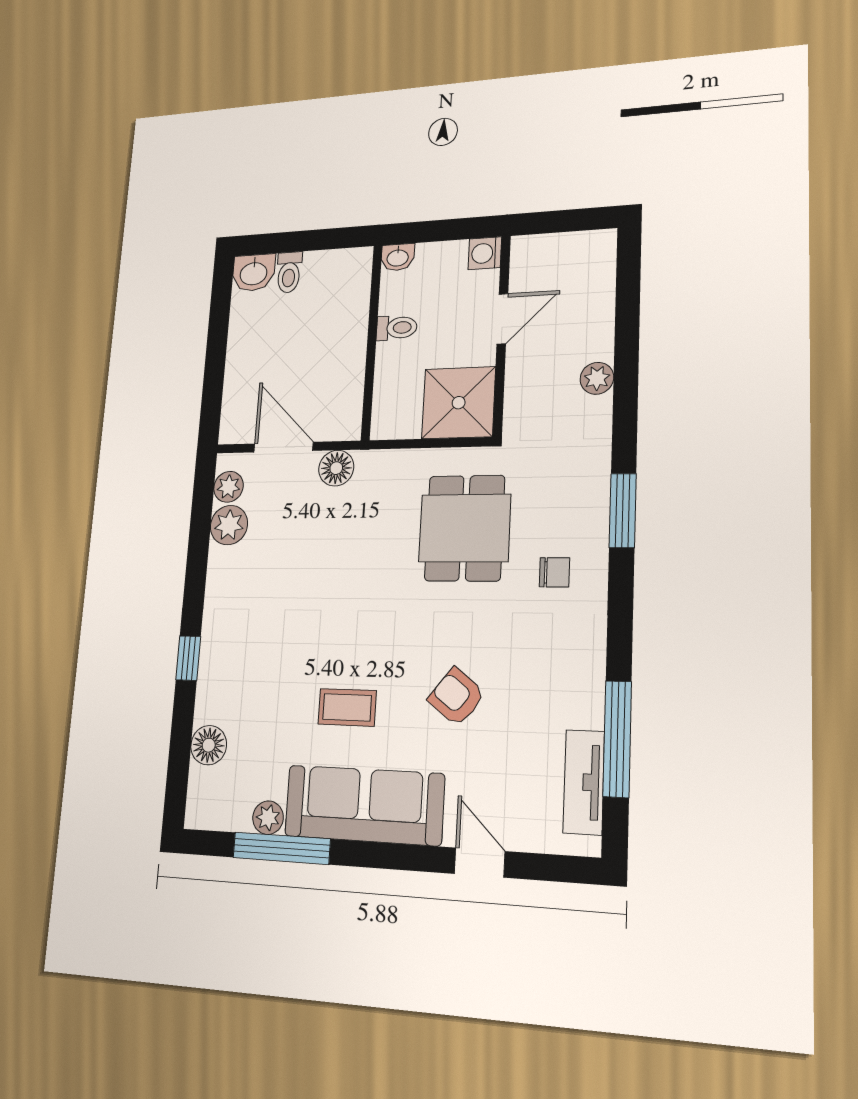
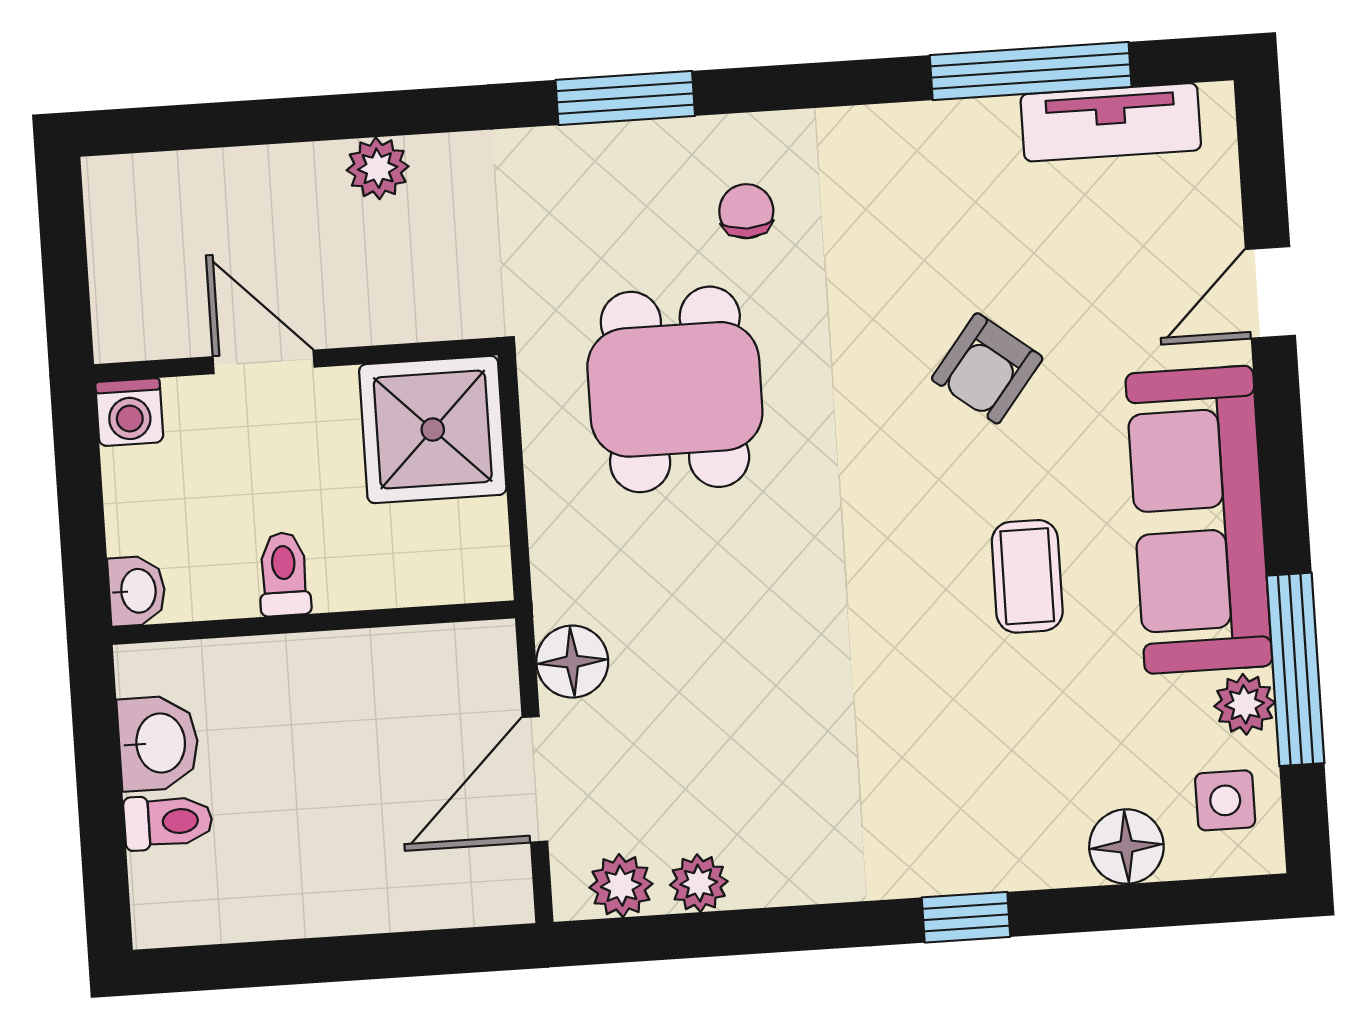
washbasin: (254, 273) -> (158, 743), moved
plant: (229, 525) -> (699, 883), width x0.73, depth x0.73
dining table: (465, 528) -> (675, 389), turned 90
side table: (223, 801) -> (1225, 800), added

